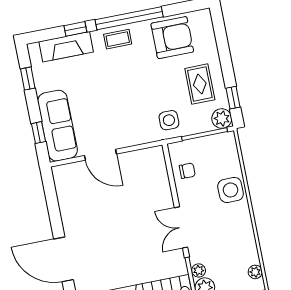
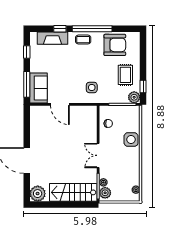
side table: (169, 120) -> (92, 87), moved
sofa: (58, 126) -> (38, 88), width x0.73
window: (38, 133) -> (27, 84), width x2.17

